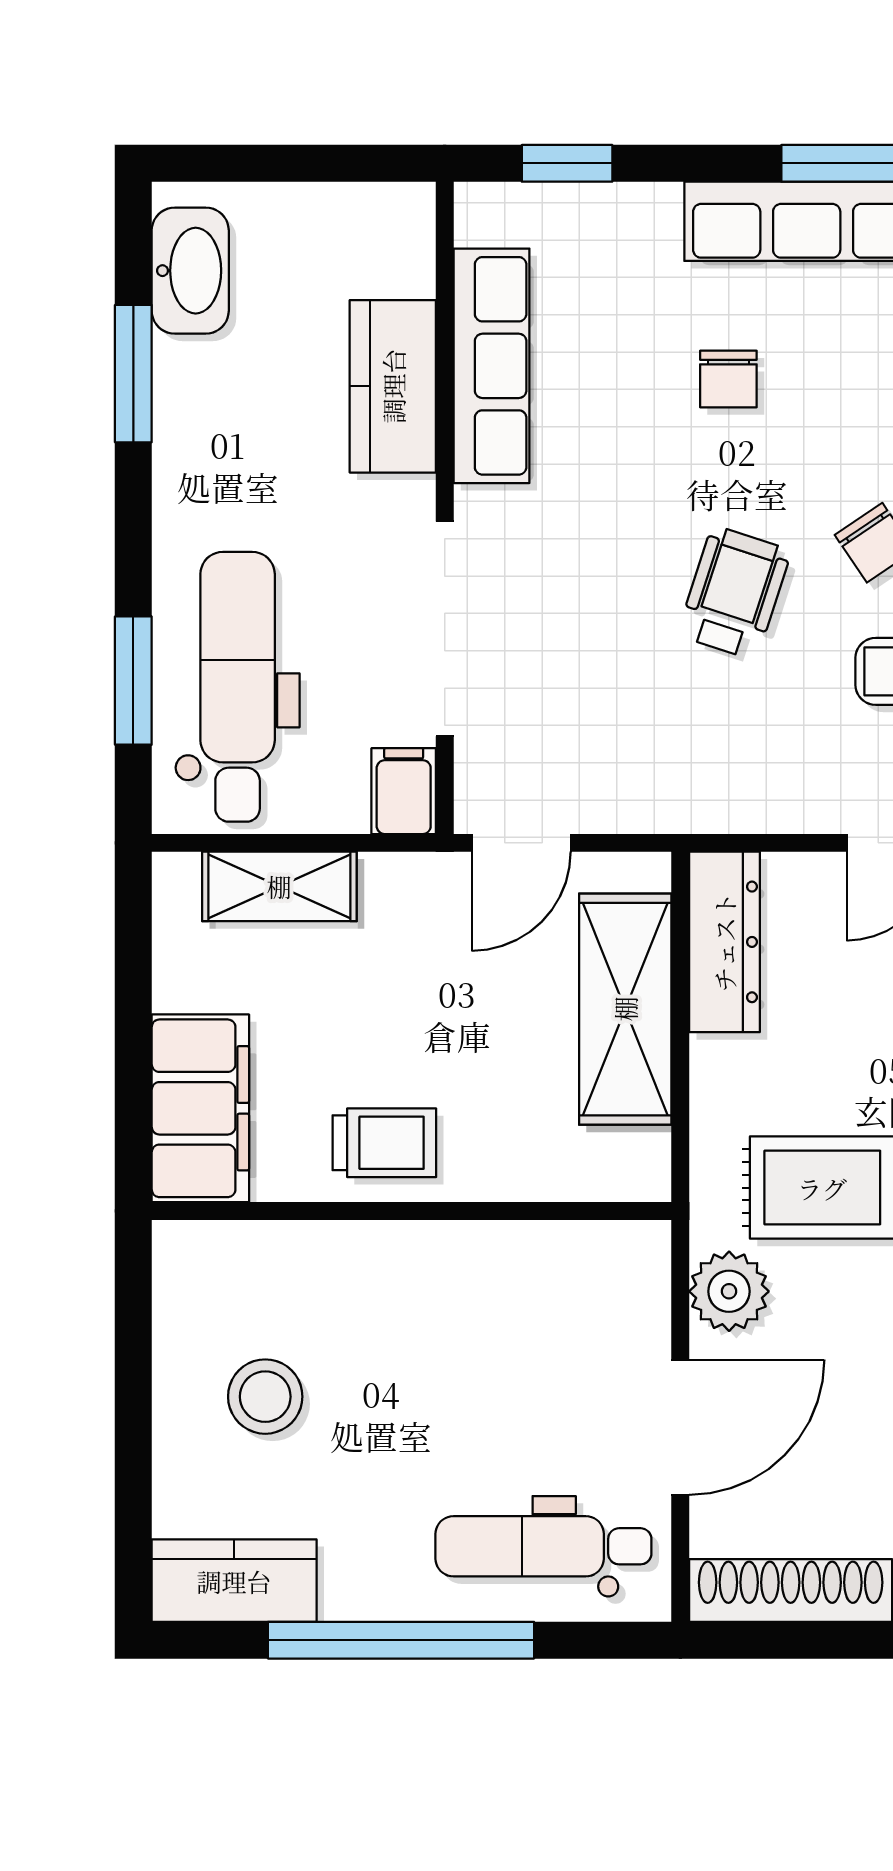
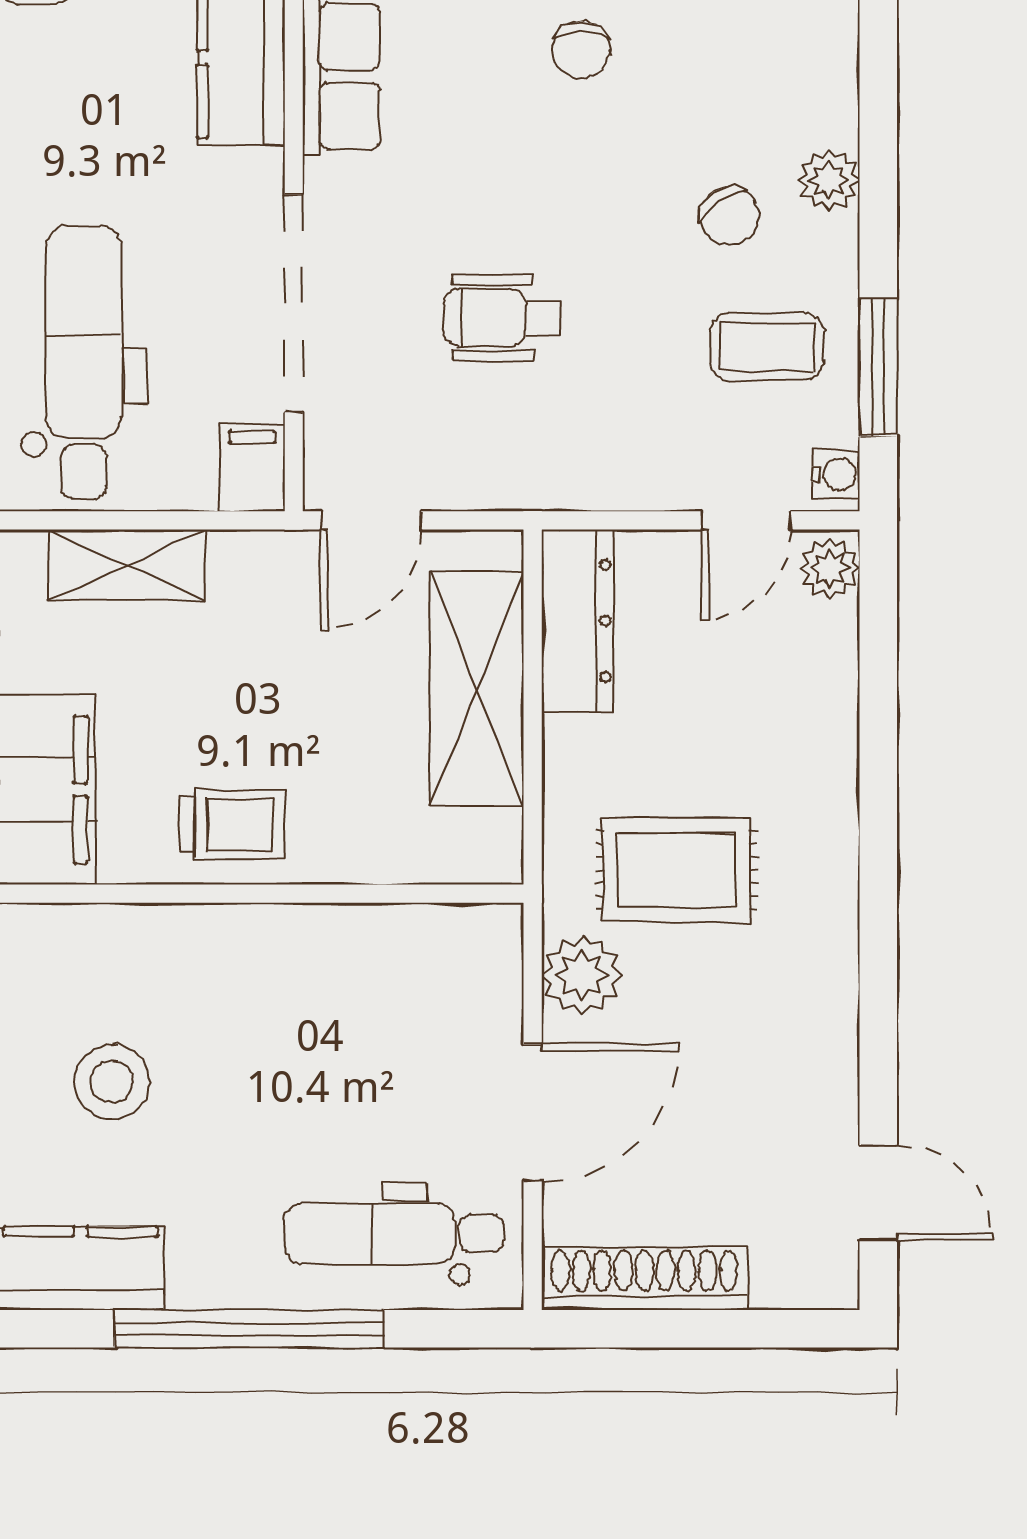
wheelchair: (734, 593) -> (502, 318), moved, turned -108

